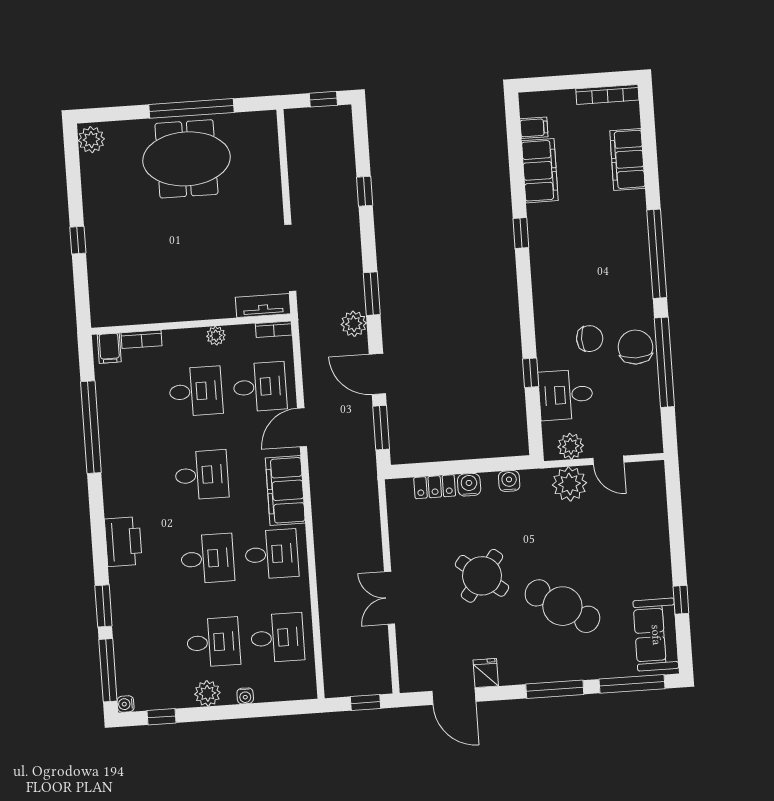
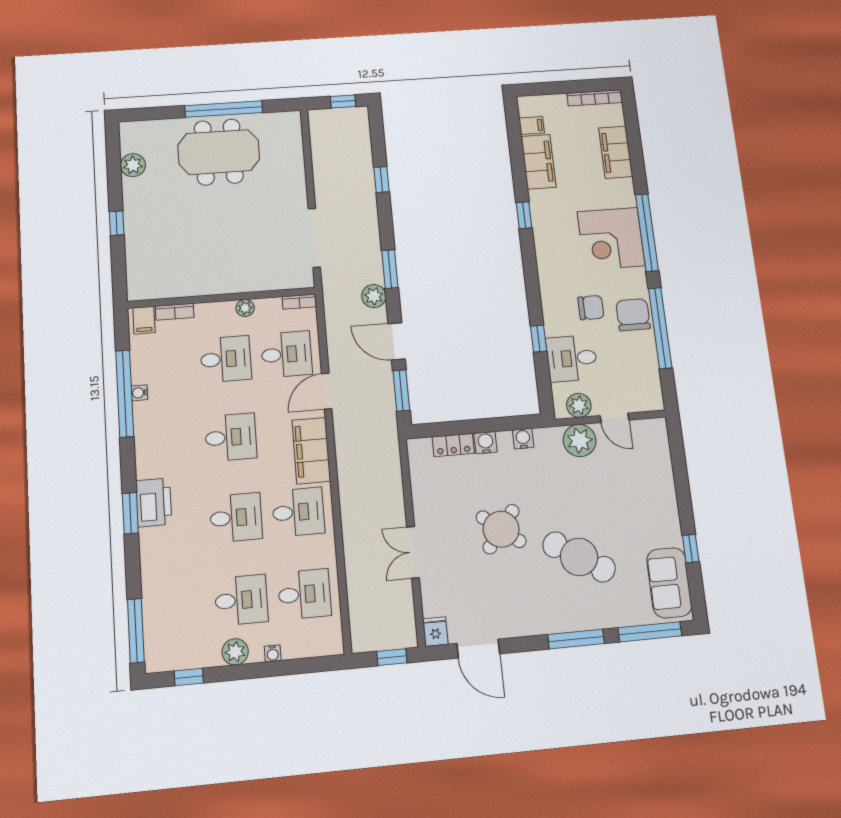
plant: (91, 140) -> (133, 165), moved
corner desk: (616, 260) -> (611, 239), added
tv unit: (263, 305) -> (289, 280), removed
window: (103, 606) -> (130, 513), moved
fridge: (486, 673) -> (435, 632), moved
water cooler: (126, 704) -> (139, 393), moved

